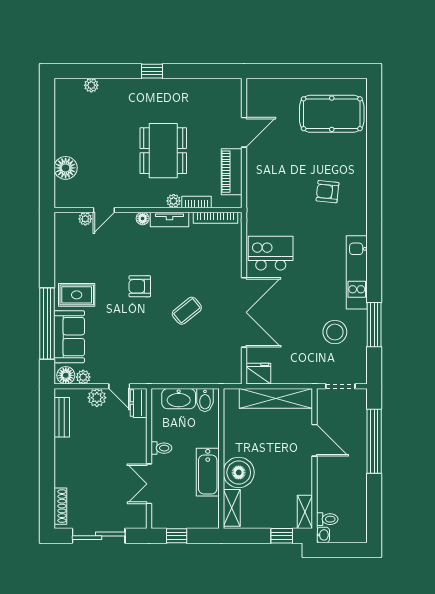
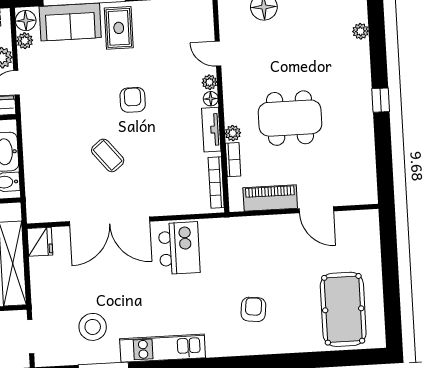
plant: (85, 219) -> (209, 82), moved

